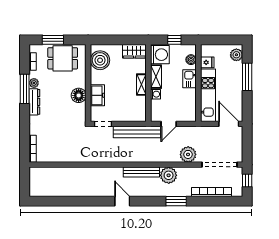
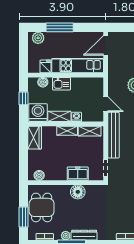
boiler: (100, 60) -> (39, 175), width x0.54, depth x0.54
shelving: (141, 108) -> (90, 131), added

